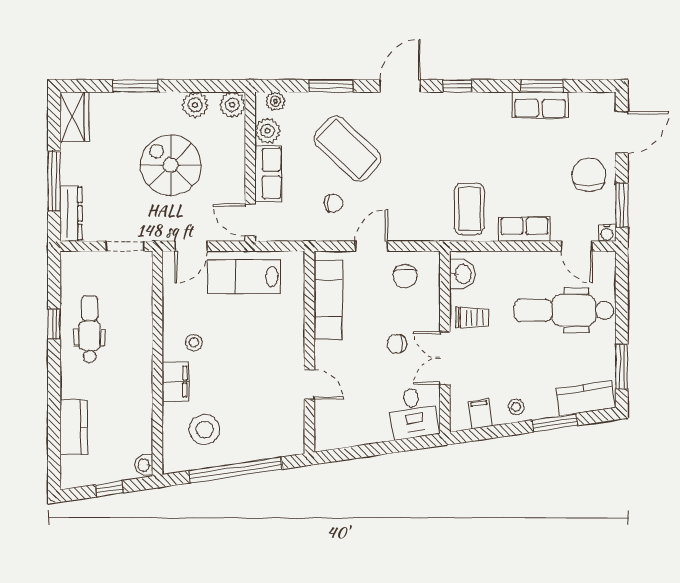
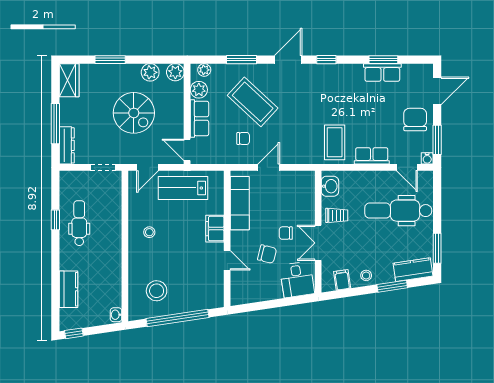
spiral stairs: (171, 165) -> (134, 113), turned 180
chair: (405, 276) -> (267, 254), moved, turned -76
filing cabinet: (176, 382) -> (215, 229), moved, turned 180
window: (109, 489) -> (74, 333), moved

